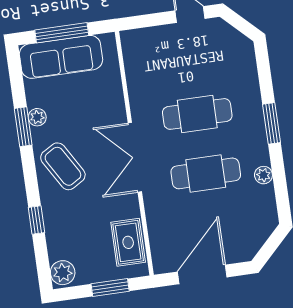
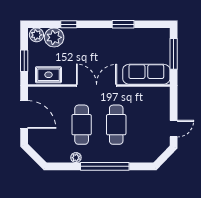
sofa: (61, 57) -> (146, 74), moved, turned 90
plant: (37, 117) -> (54, 37), moved, width x1.88, depth x1.88
window: (271, 123) -> (105, 166), width x2.11
coffee table: (63, 166) -> (97, 44), removed

